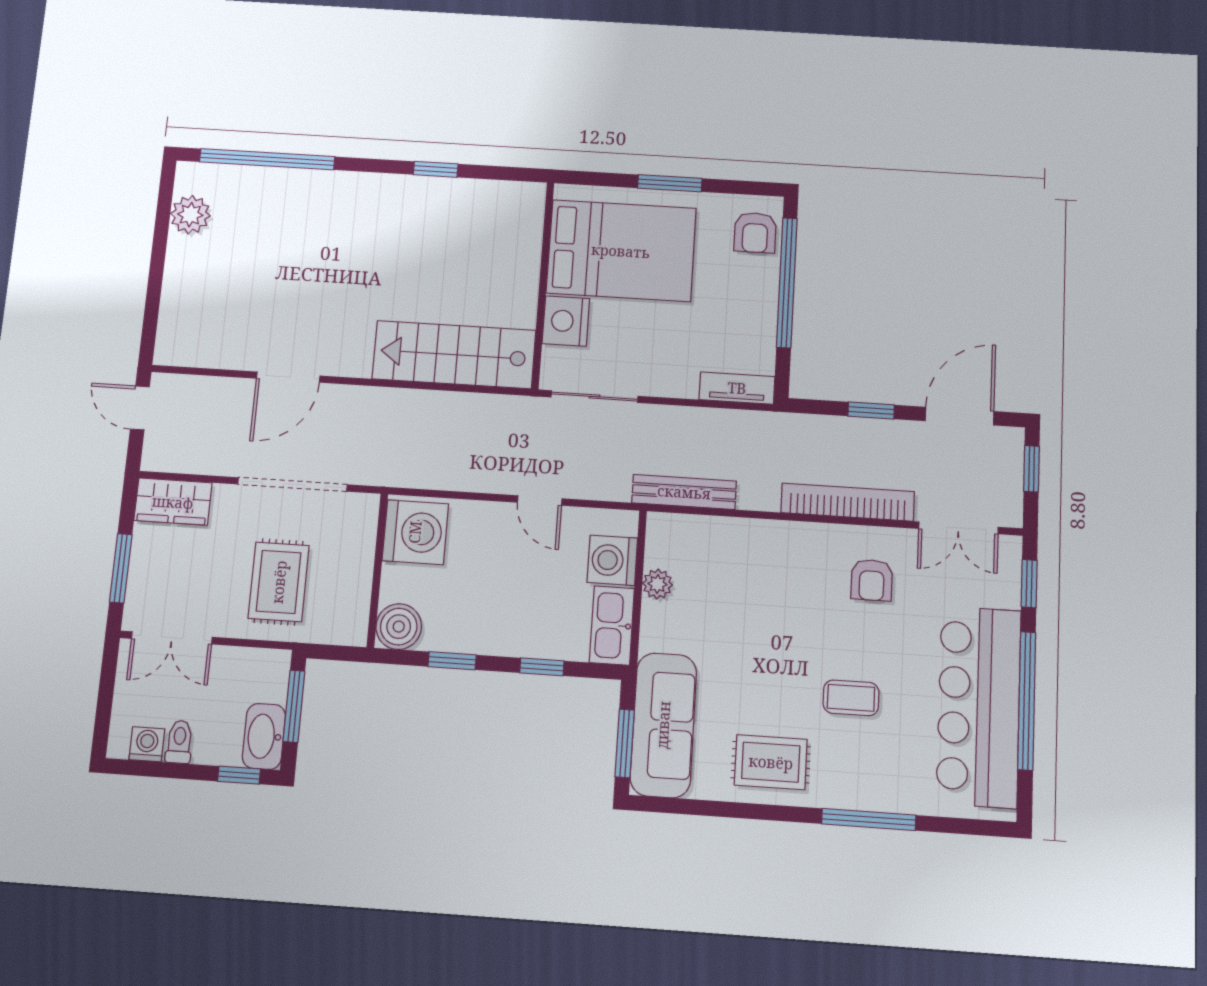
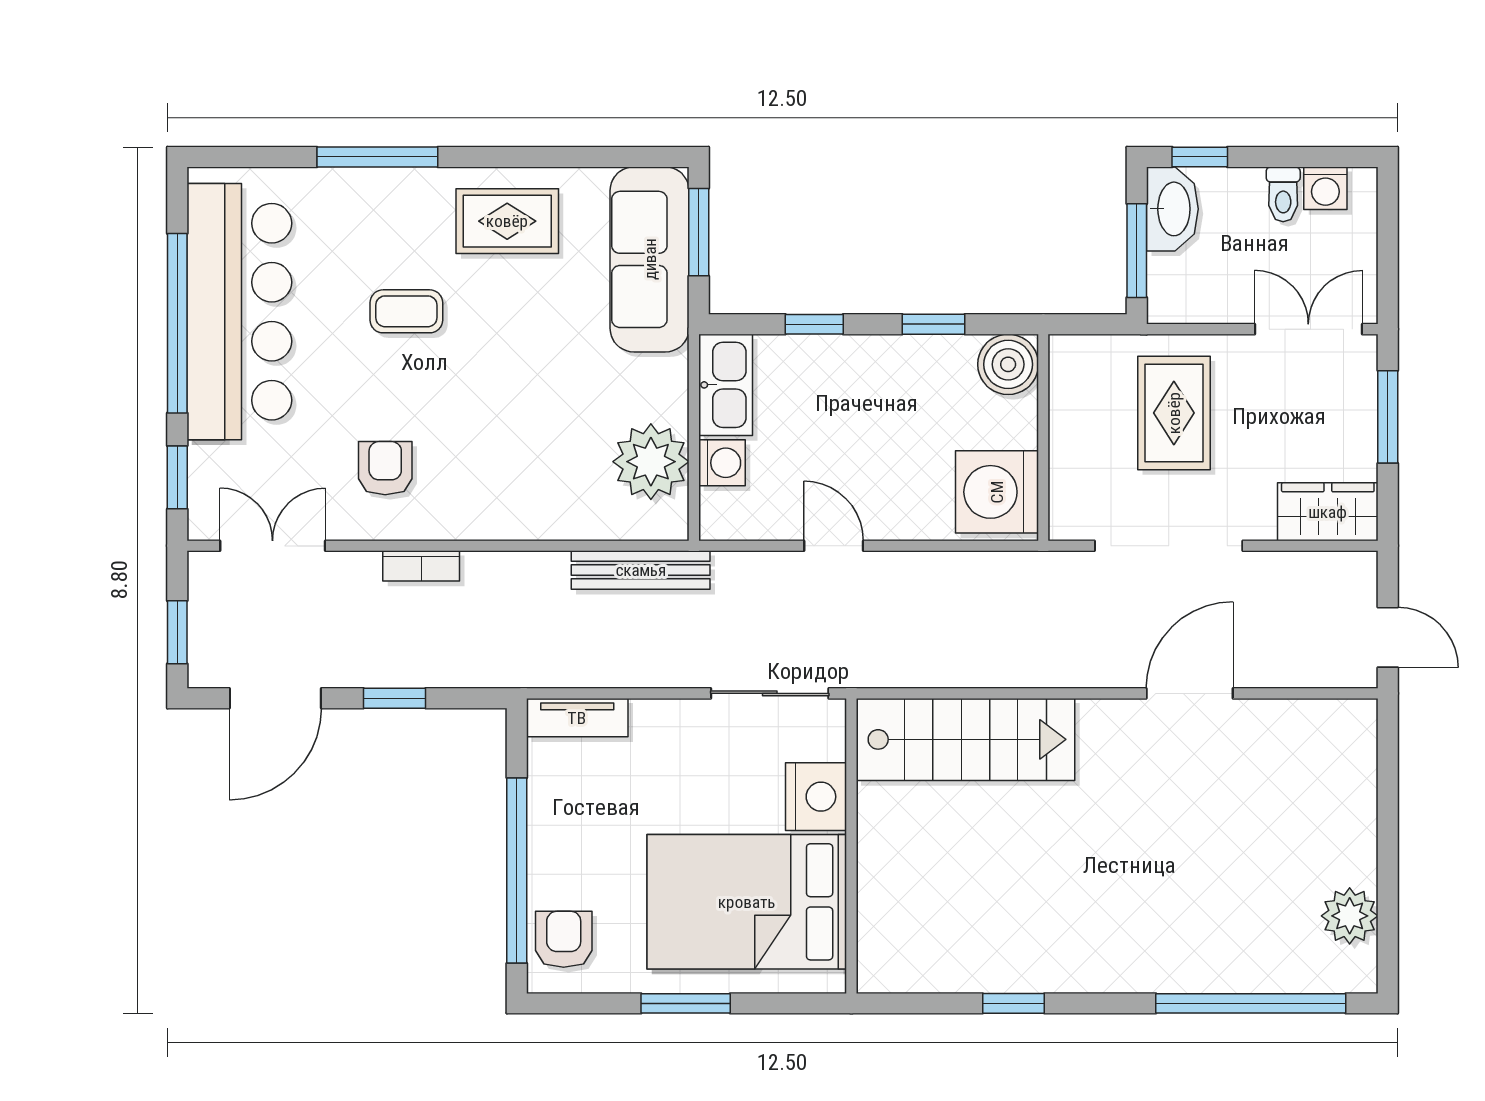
bookcase: (848, 502) -> (421, 566), width x0.43, depth x0.76
washing machine: (612, 560) -> (722, 463), width x0.73, depth x0.73
plant: (657, 584) -> (651, 462), width x1.88, depth x1.88

